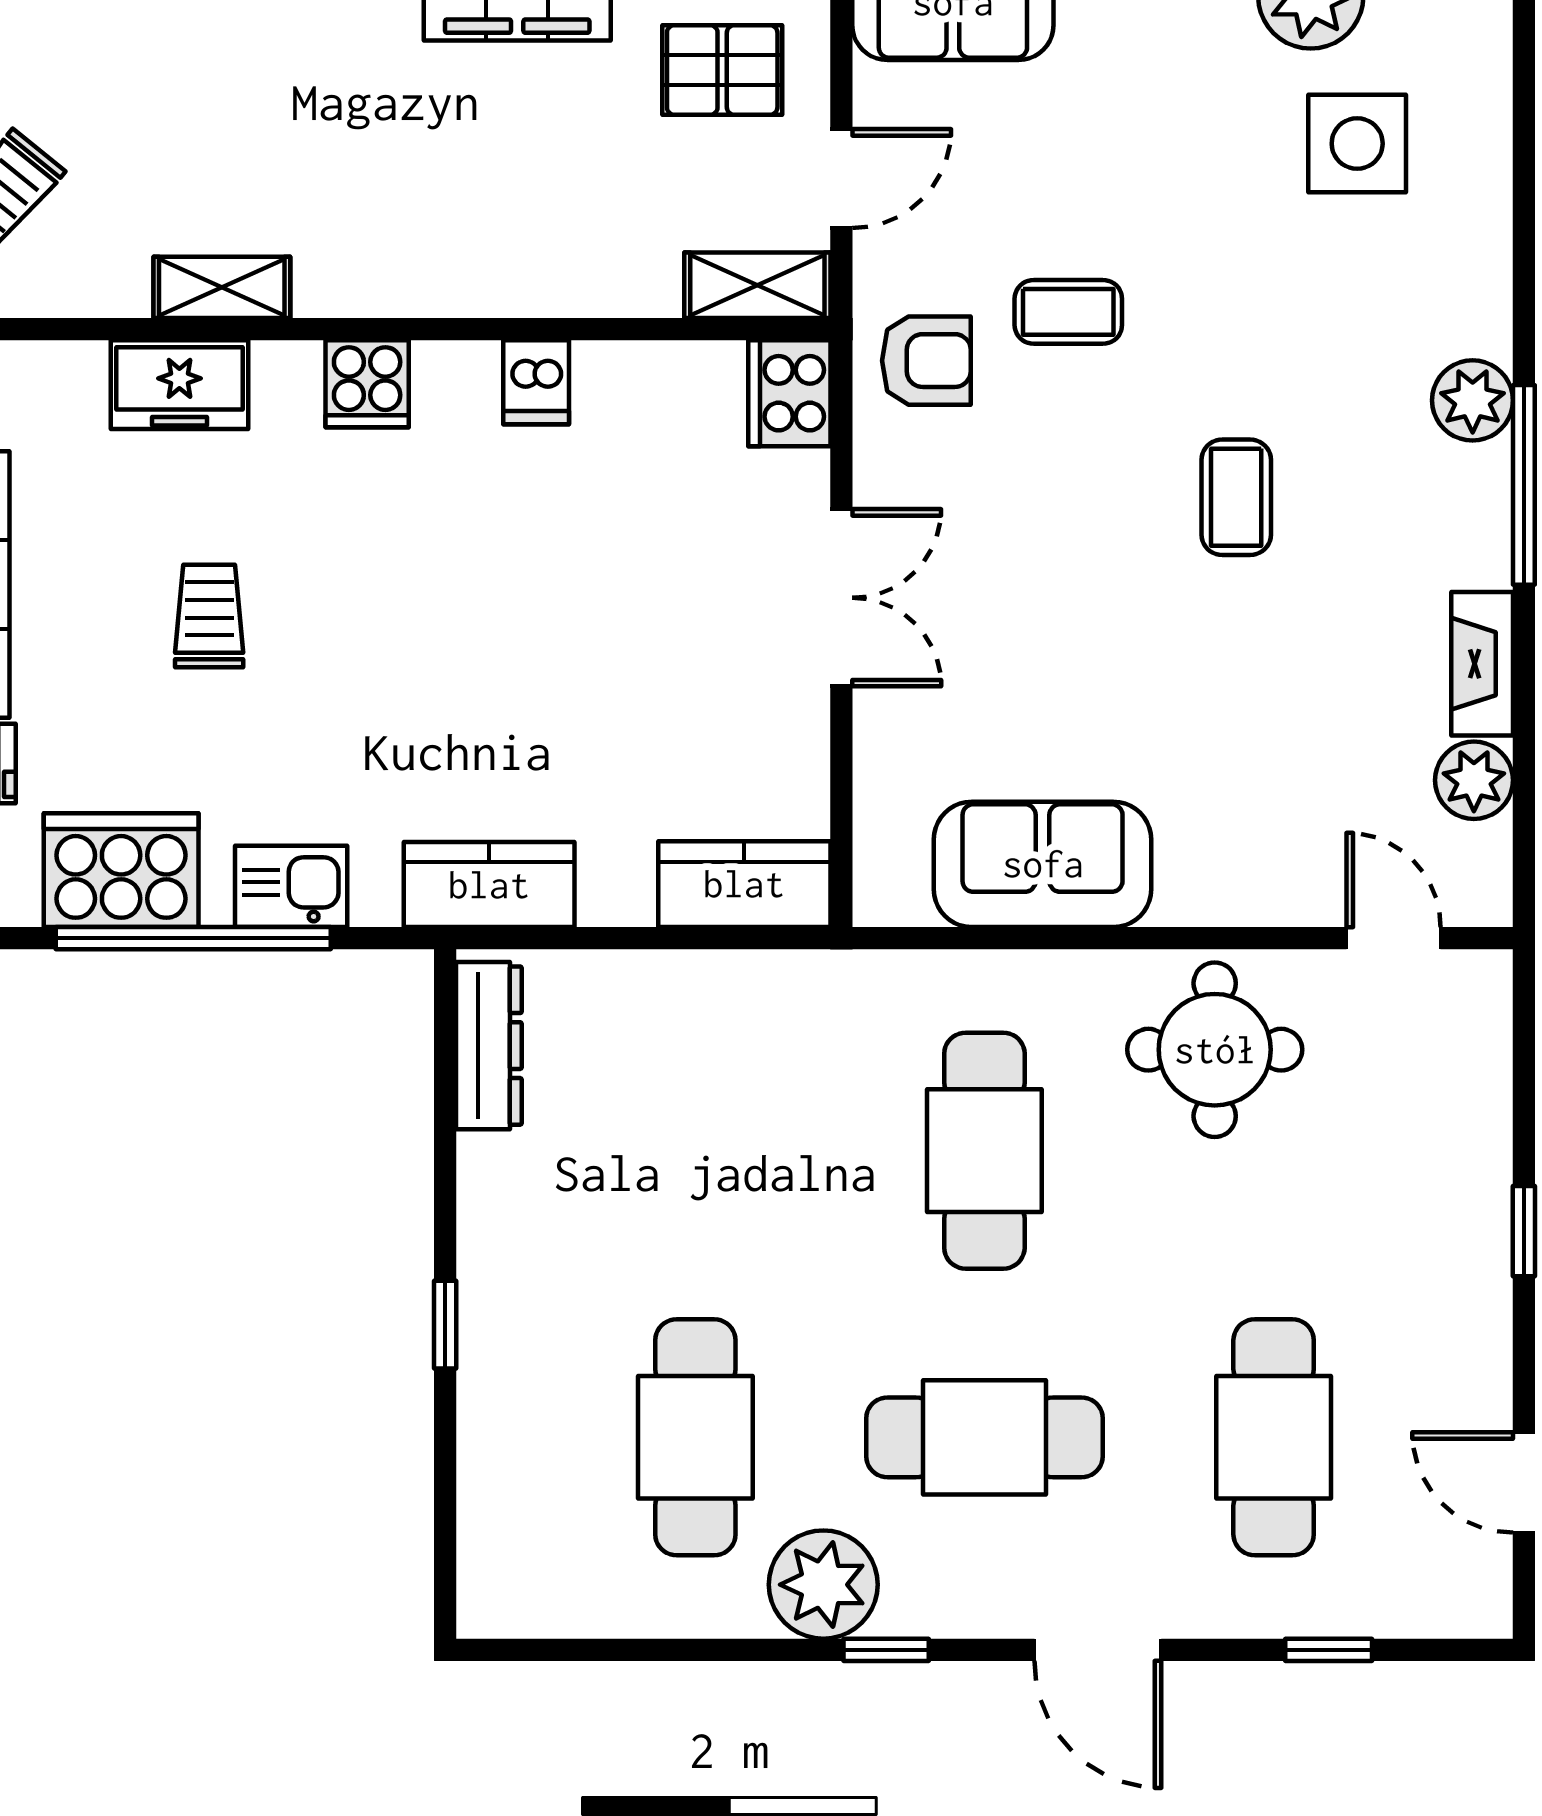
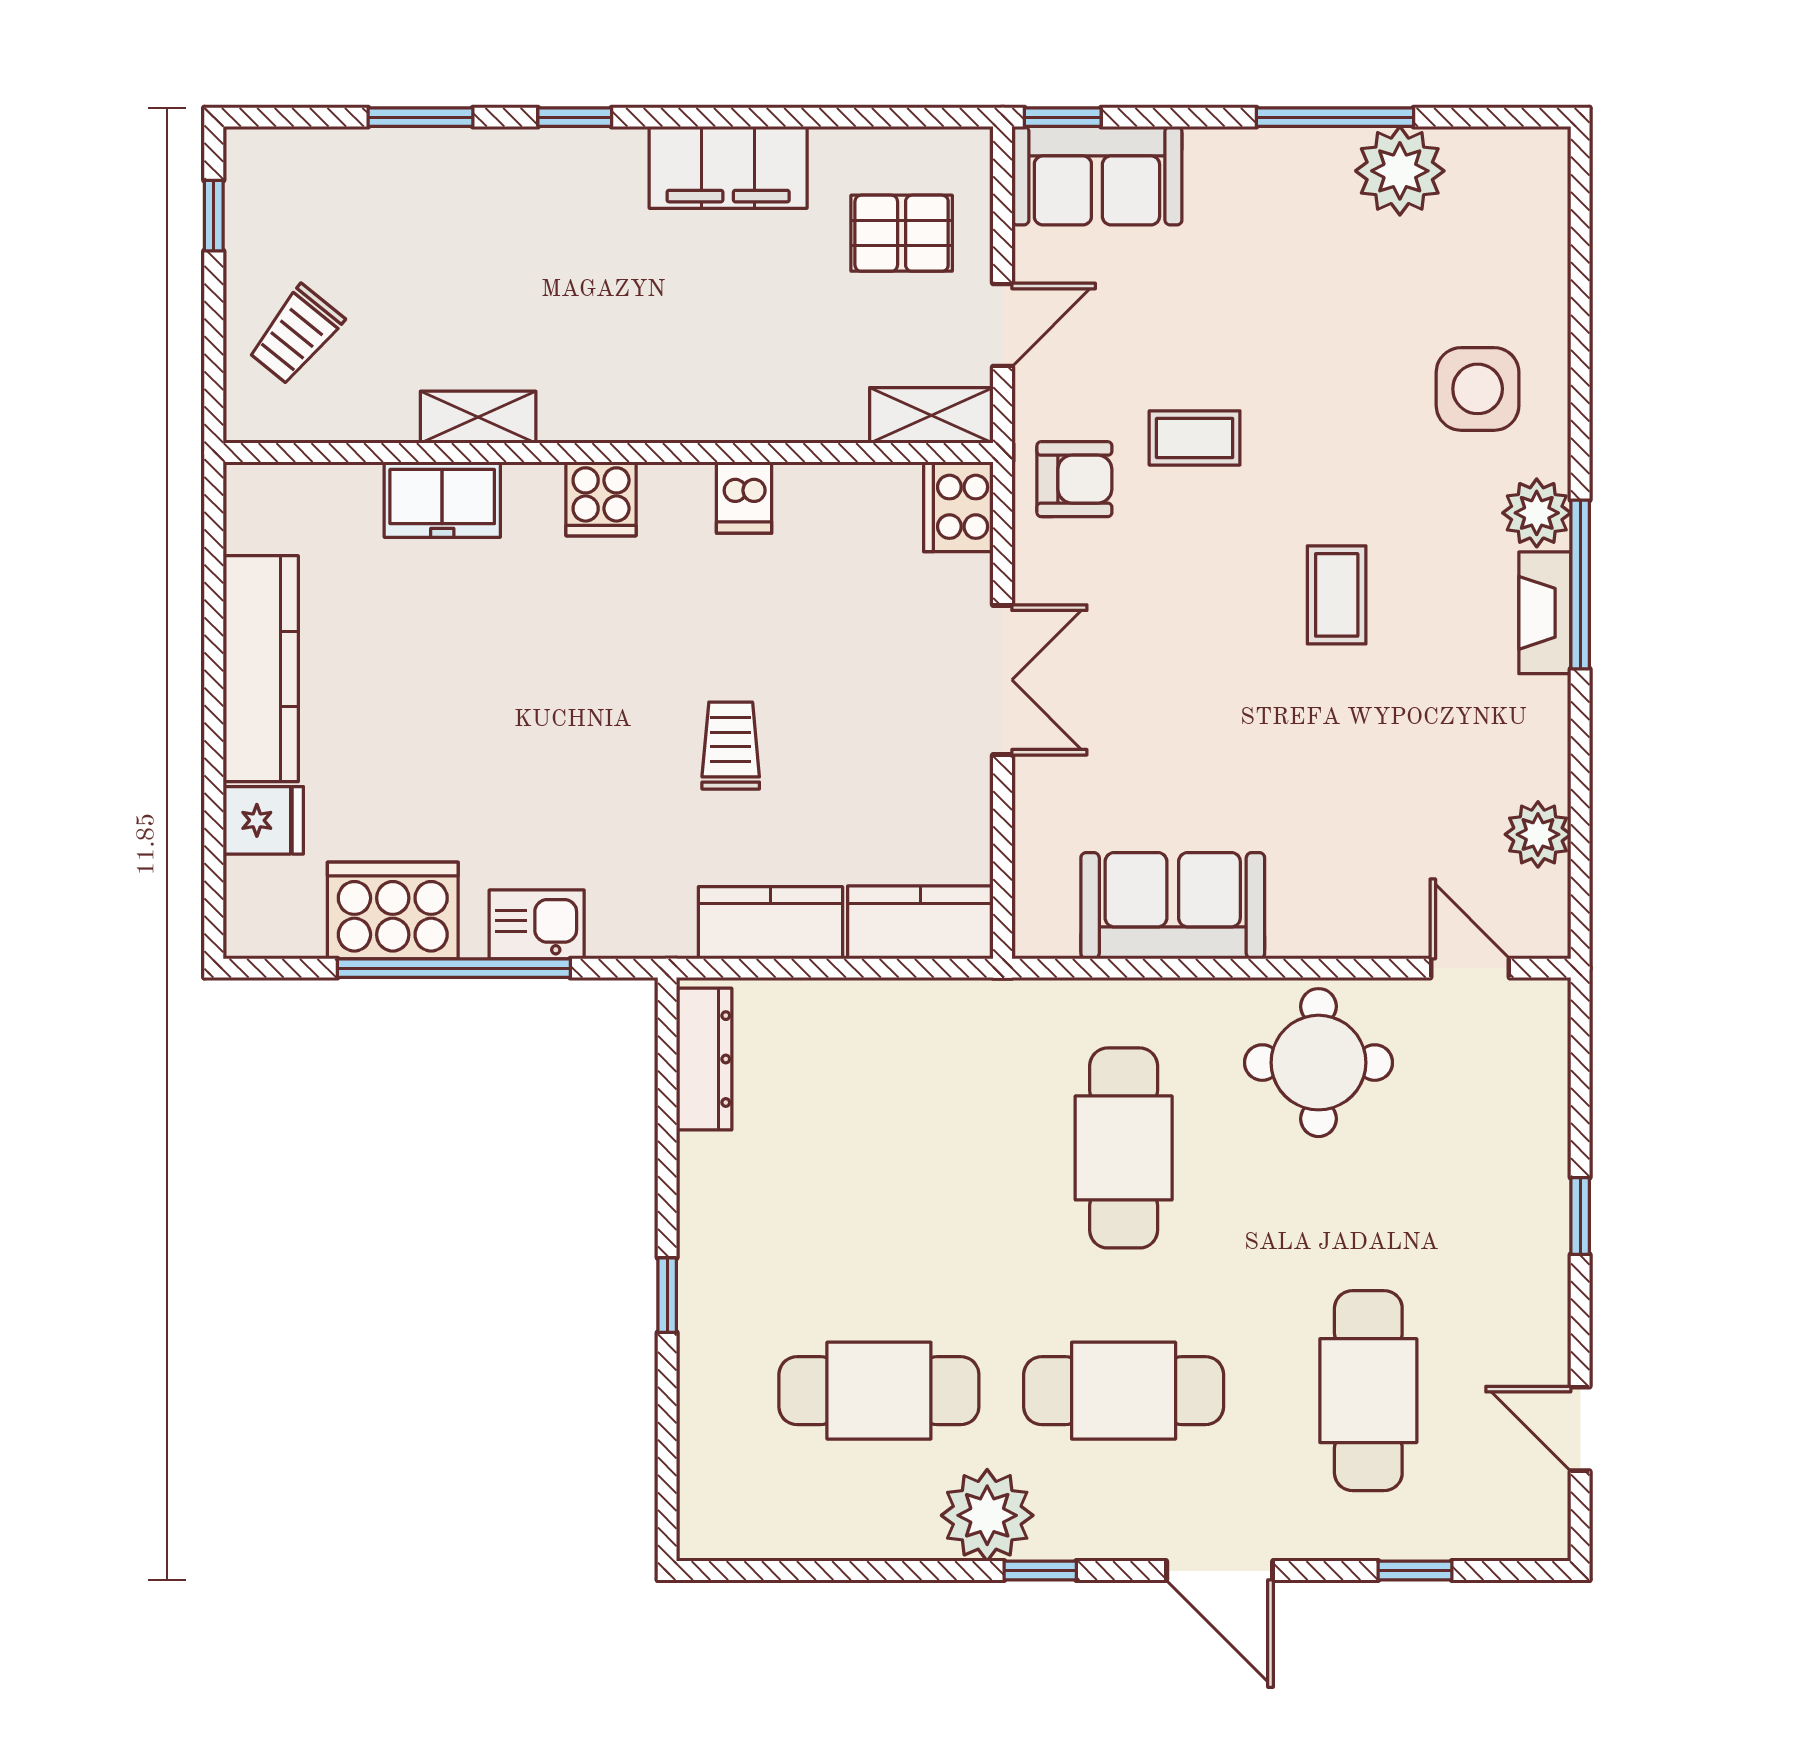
side table: (1357, 144) -> (1478, 389), moved
trolley: (209, 616) -> (731, 746), moved
fireplace: (1482, 664) -> (1545, 613), moved
kitchen counter: (489, 885) -> (770, 923), moved
cafe table: (695, 1437) -> (879, 1391), turned 90

